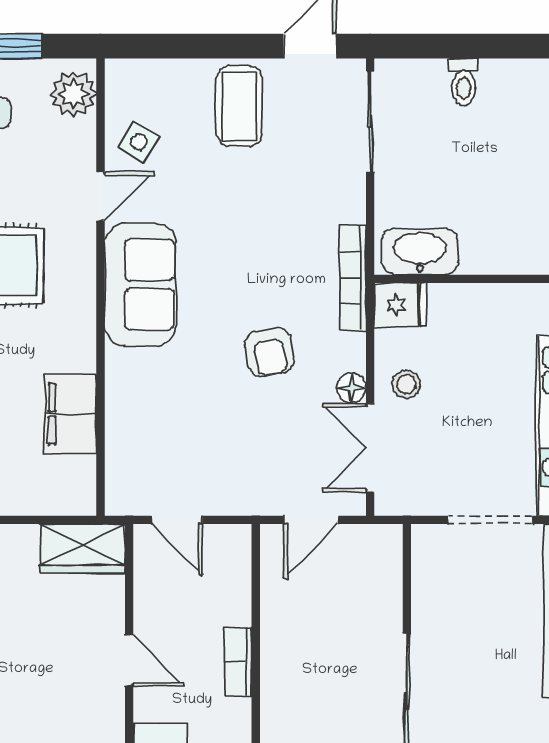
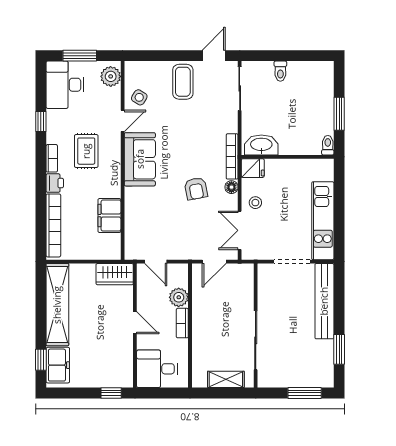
floor lamp: (351, 388) -> (231, 187), moved
plant: (230, 602) -> (179, 297), added

